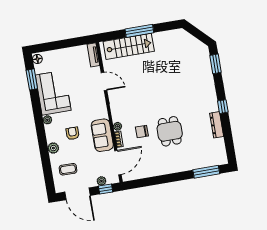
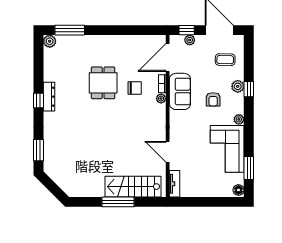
dresser: (217, 125) -> (49, 97), moved
window: (43, 147) -> (249, 89), added
plant: (222, 159) -> (50, 41), added

